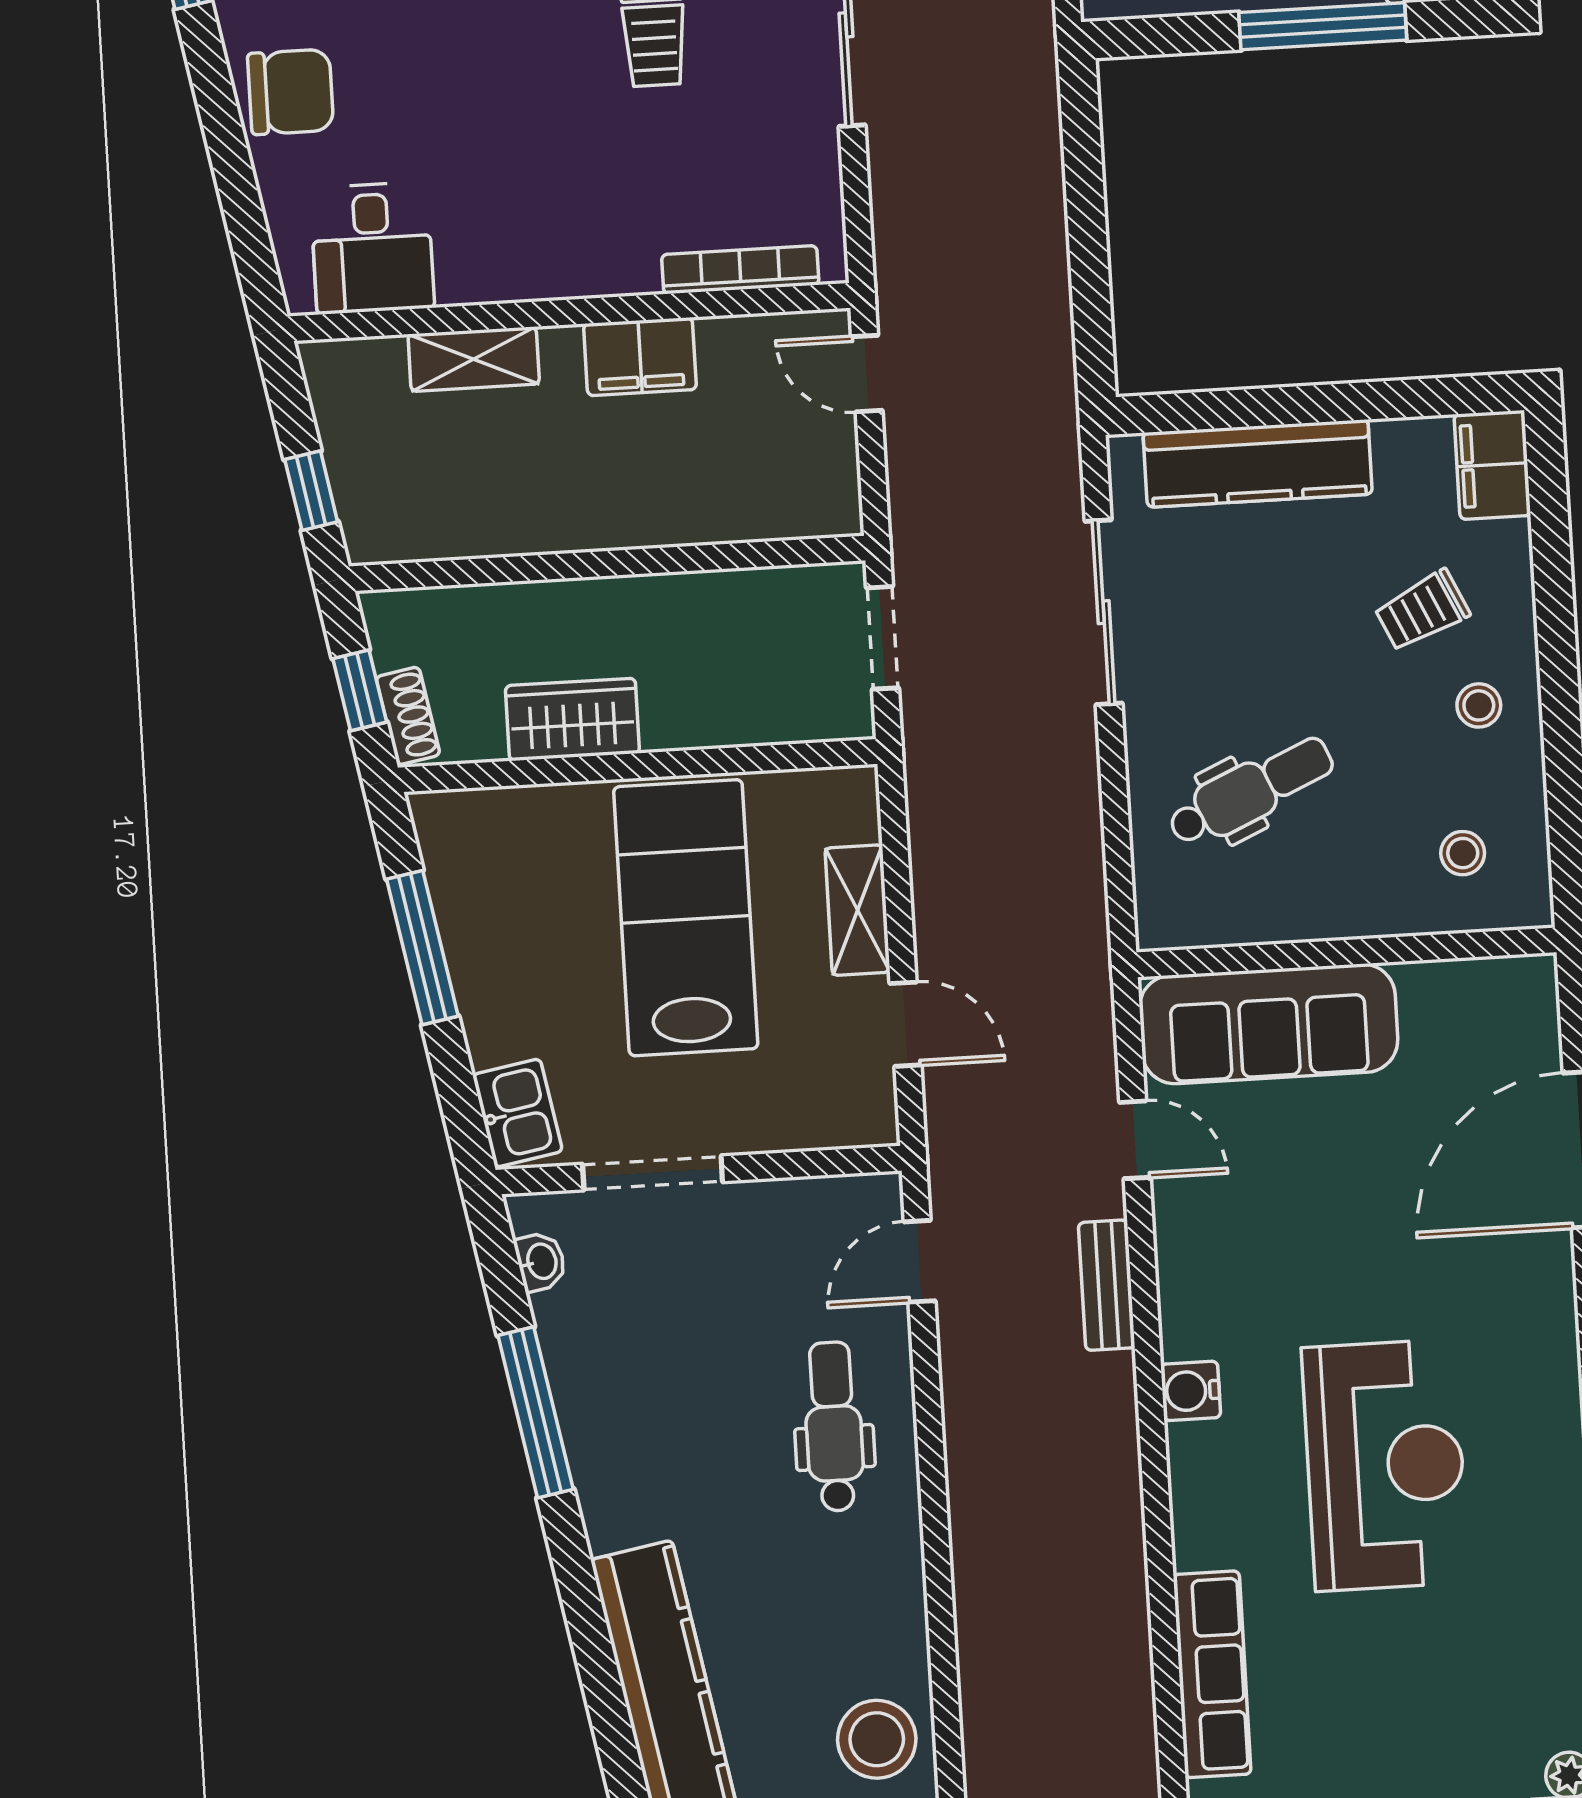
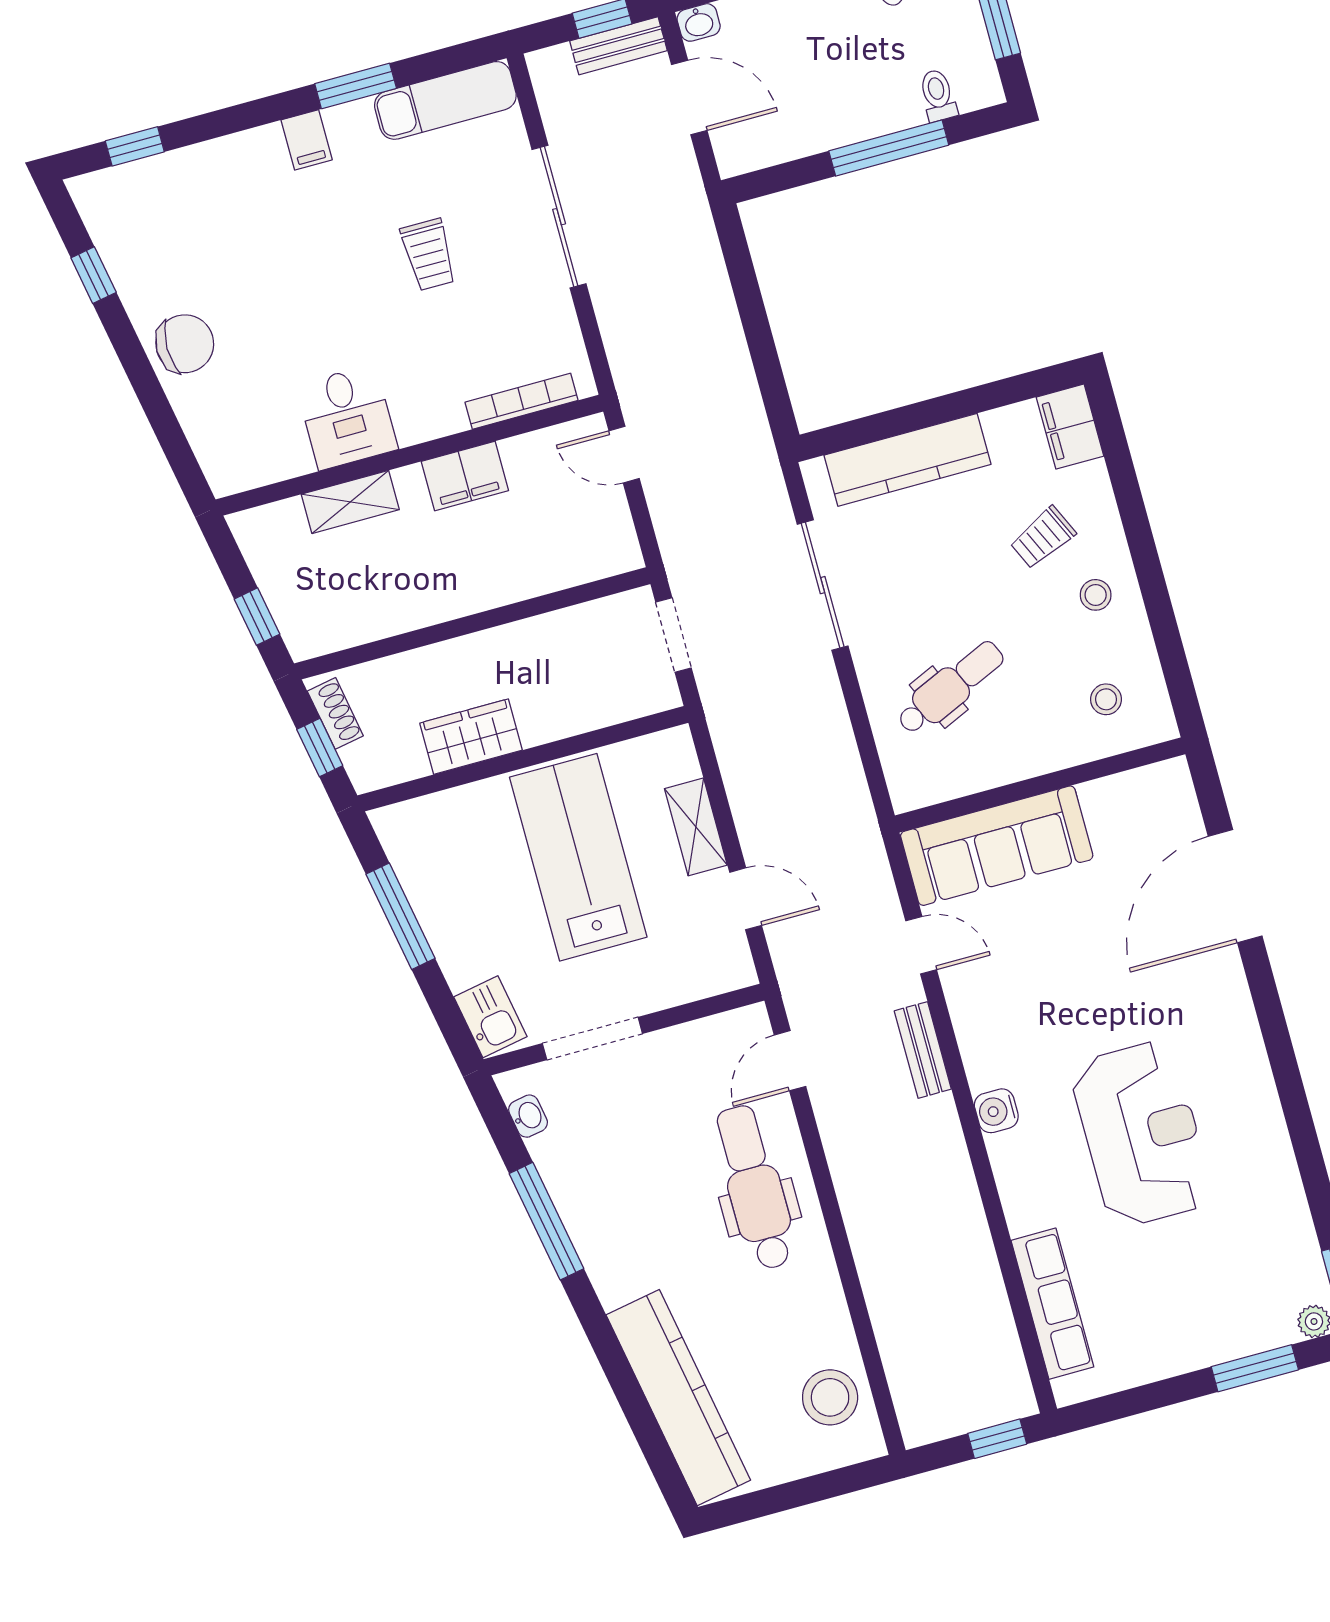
desk: (372, 248) -> (347, 417), moved
shoe rack: (408, 716) -> (335, 713), moved
dental chair: (834, 1427) -> (755, 1187), width x1.36, depth x1.38

